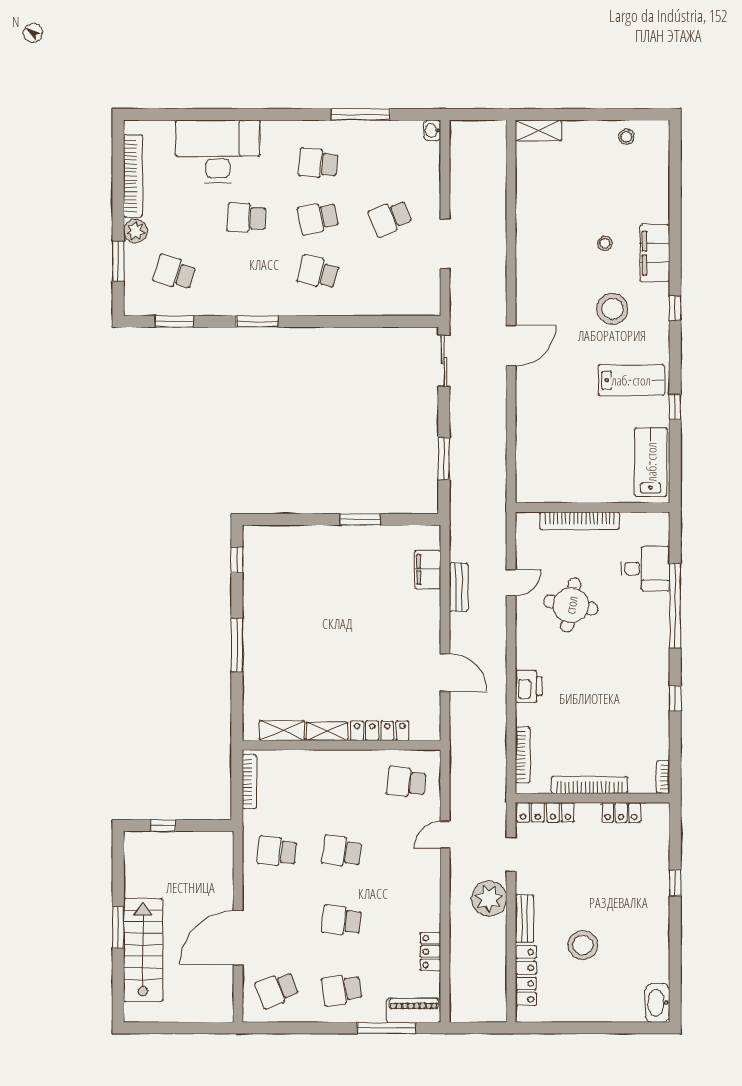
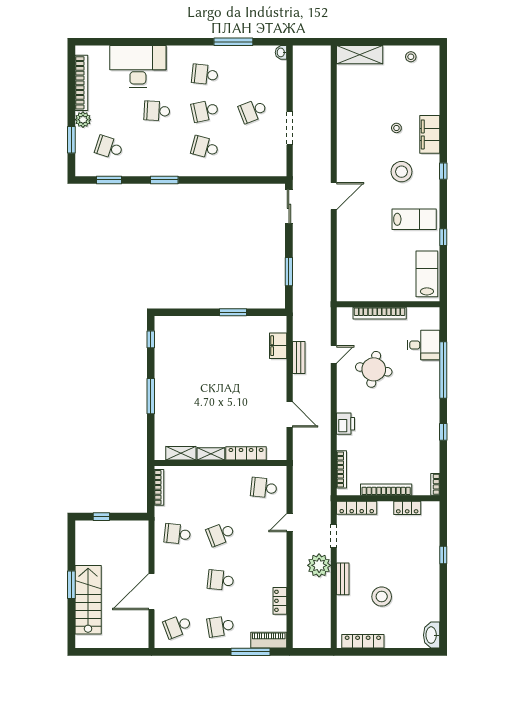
shelving: (538, 130) -> (360, 55), width x1.50, depth x1.33
school desk: (342, 851) -> (221, 534), turned -30
locker: (526, 976) -> (363, 641), moved, turned -90

